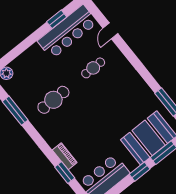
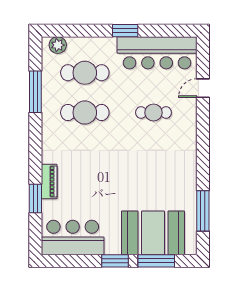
window: (57, 19) -> (125, 31), moved
cafe table: (35, 77) -> (85, 73), added

